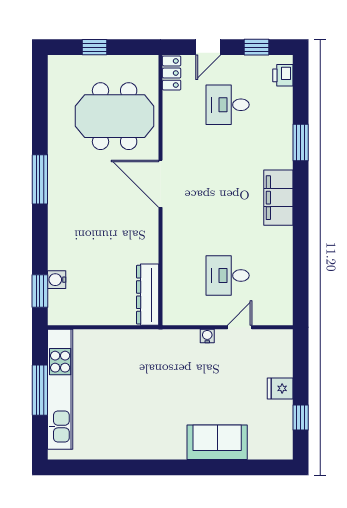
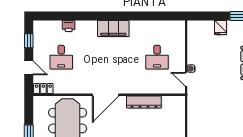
printer: (283, 75) -> (69, 26), moved
window: (301, 142) -> (82, 16), removed
dresser: (148, 295) -> (144, 102), moved
door: (240, 327) -> (186, 79), moved

